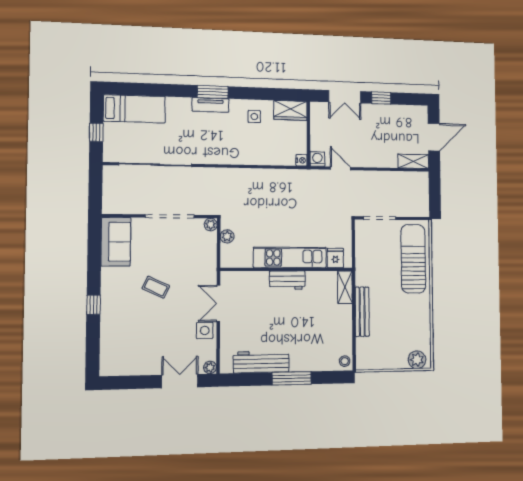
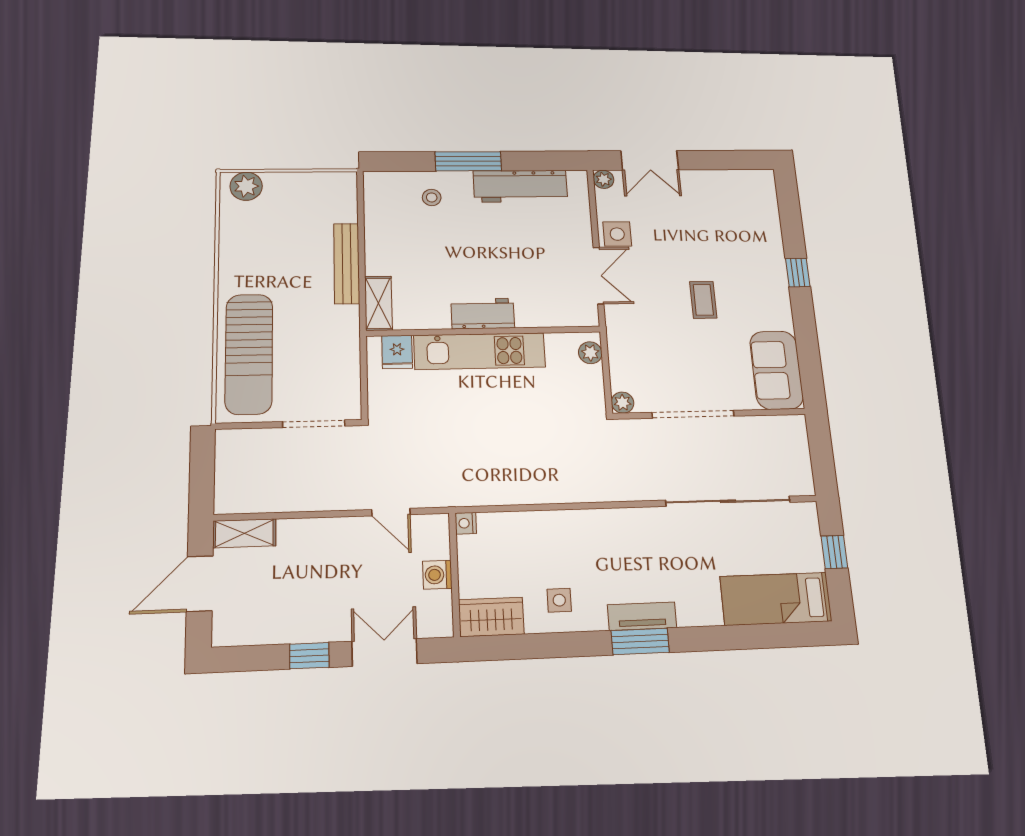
washing machine: (317, 159) -> (437, 575), moved, turned 90
plant: (227, 236) -> (590, 353), moved
coffee table: (156, 287) -> (703, 300), turned 65
stool: (345, 361) -> (432, 197), moved

